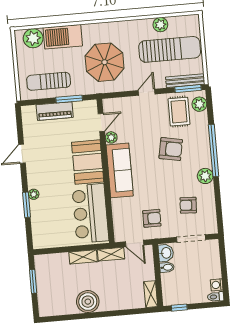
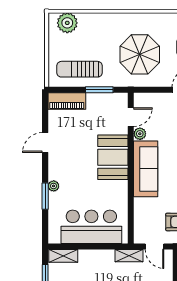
barbecue: (63, 37) -> (98, 24), removed
piano: (55, 111) -> (67, 101), moved
bar counter: (90, 213) -> (91, 227), moved, turned 90
shelving: (83, 257) -> (63, 256), moved

